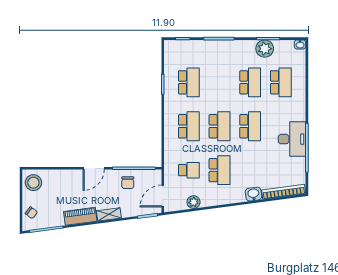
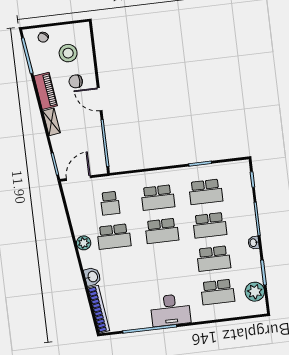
washbasin: (300, 44) -> (254, 243), moved
plant: (265, 49) -> (255, 292), moved
school desk: (250, 126) -> (210, 225), moved
desk: (292, 139) -> (170, 310), moved
stool: (33, 183) -> (68, 53), moved
chair: (128, 183) -> (76, 81), moved
door: (163, 196) -> (78, 178), hinge flipped
plant: (194, 202) -> (84, 243), moved

